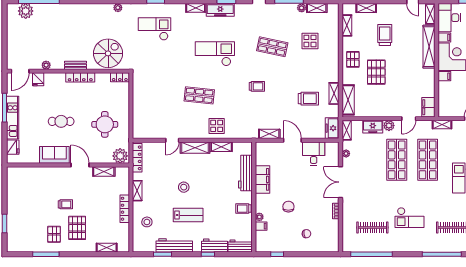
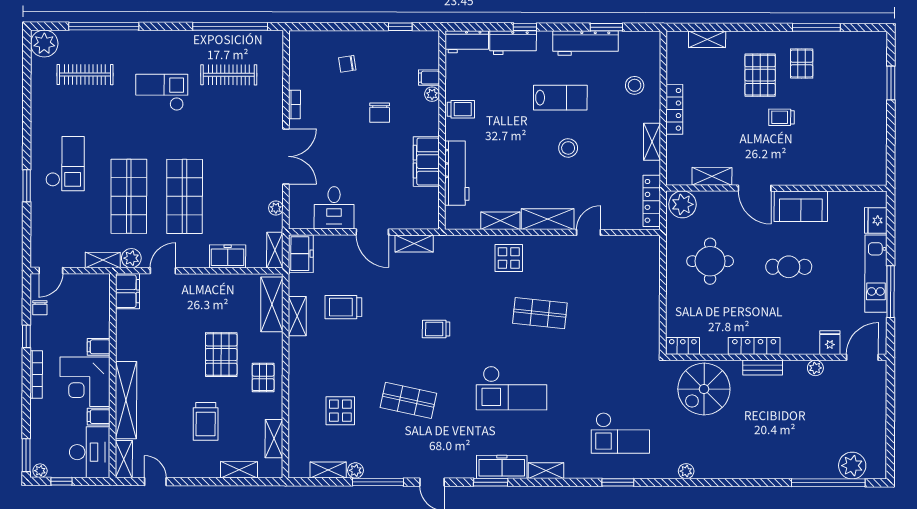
plant: (389, 126) -> (131, 258), moved
lab bench: (188, 215) -> (560, 98), turned 180

